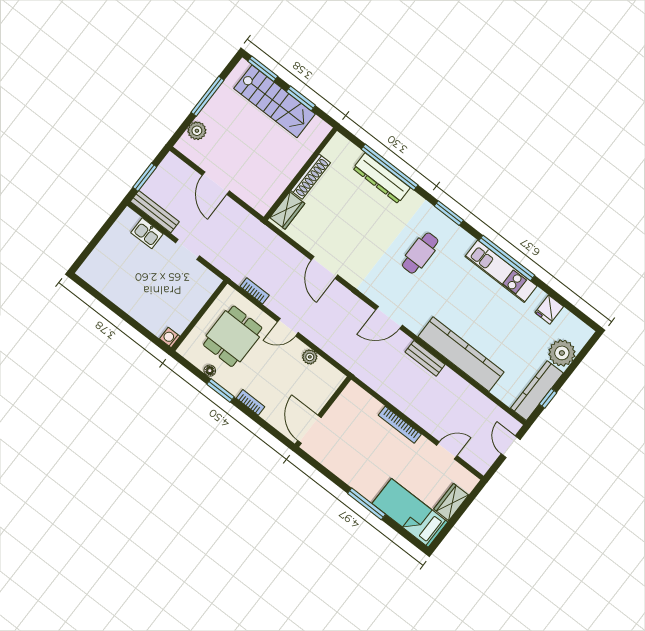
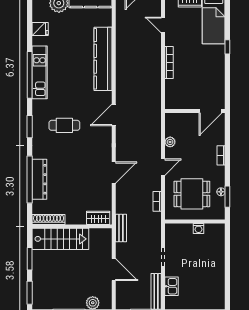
stairs: (274, 101) -> (60, 239), moved, turned 90
shoe rack: (311, 177) -> (49, 219), moved
door: (216, 183) -> (114, 270), hinge flipped
door: (389, 318) -> (114, 115), swing flipped
door: (288, 327) -> (163, 167), hinge flipped
washing machine: (170, 337) -> (199, 228), moved
bench: (425, 358) -> (121, 228), moved
window: (220, 391) -> (227, 197), moved
window: (367, 504) -> (227, 47), width x0.46

